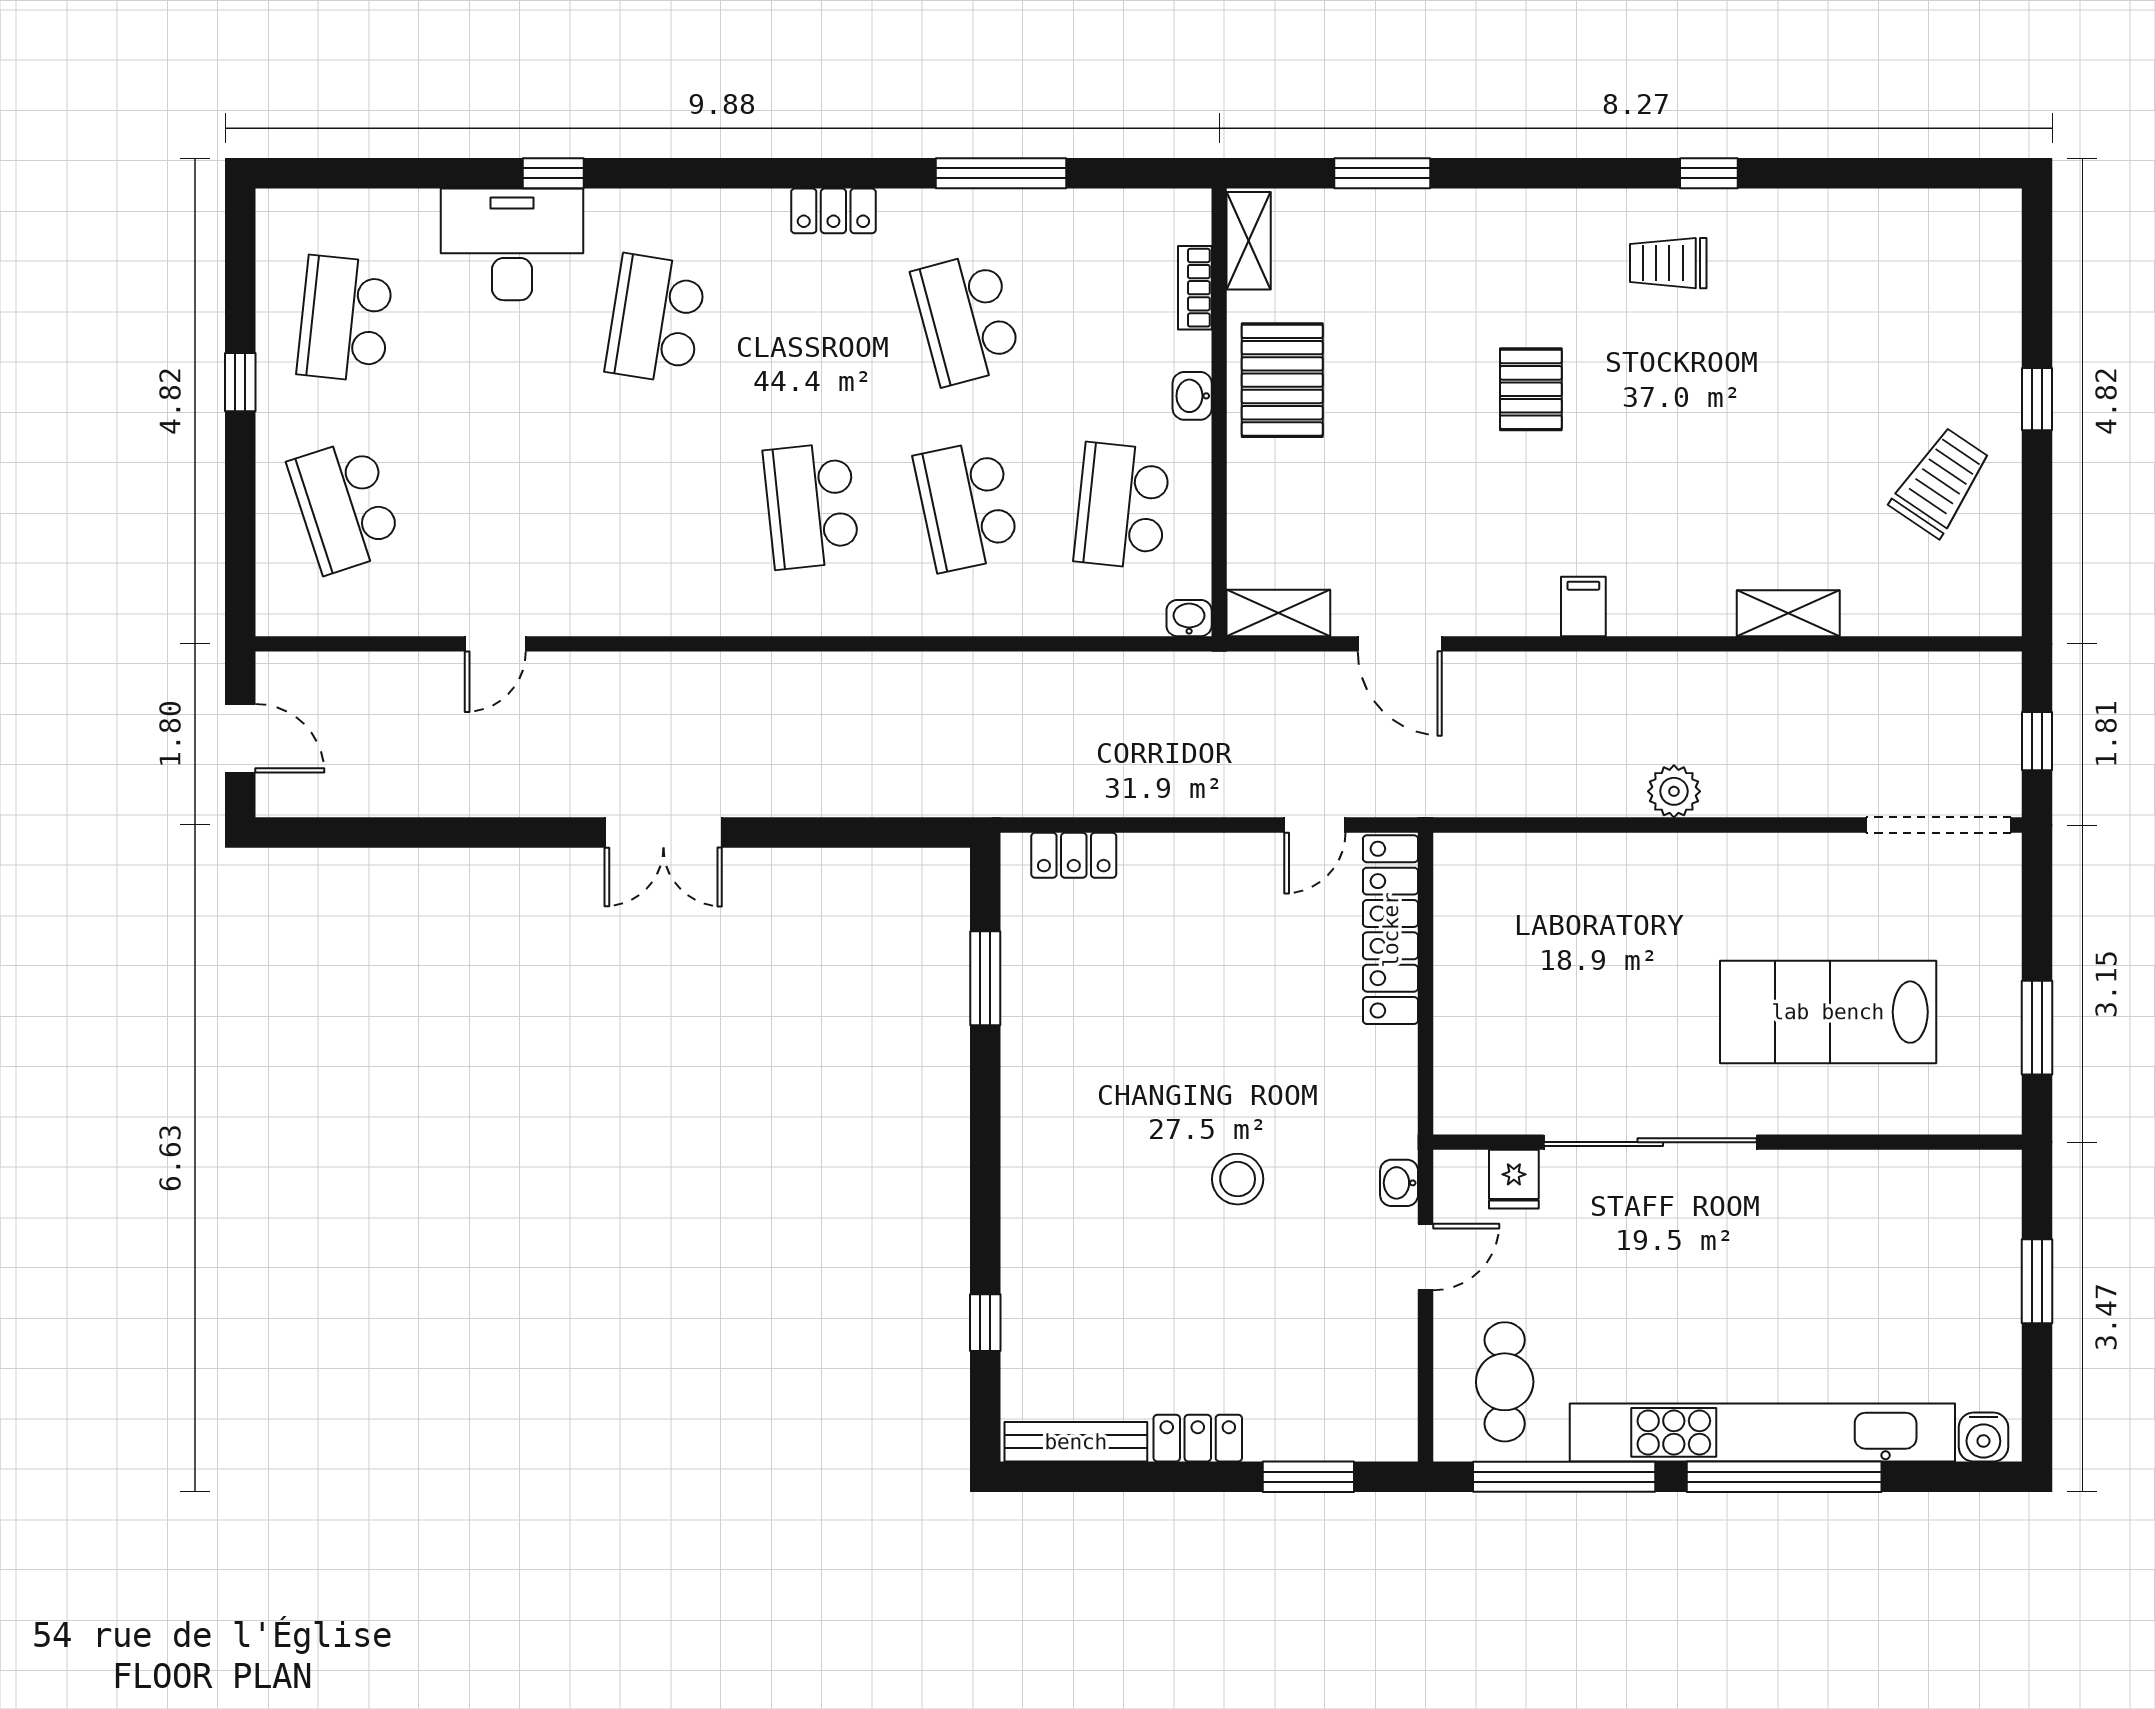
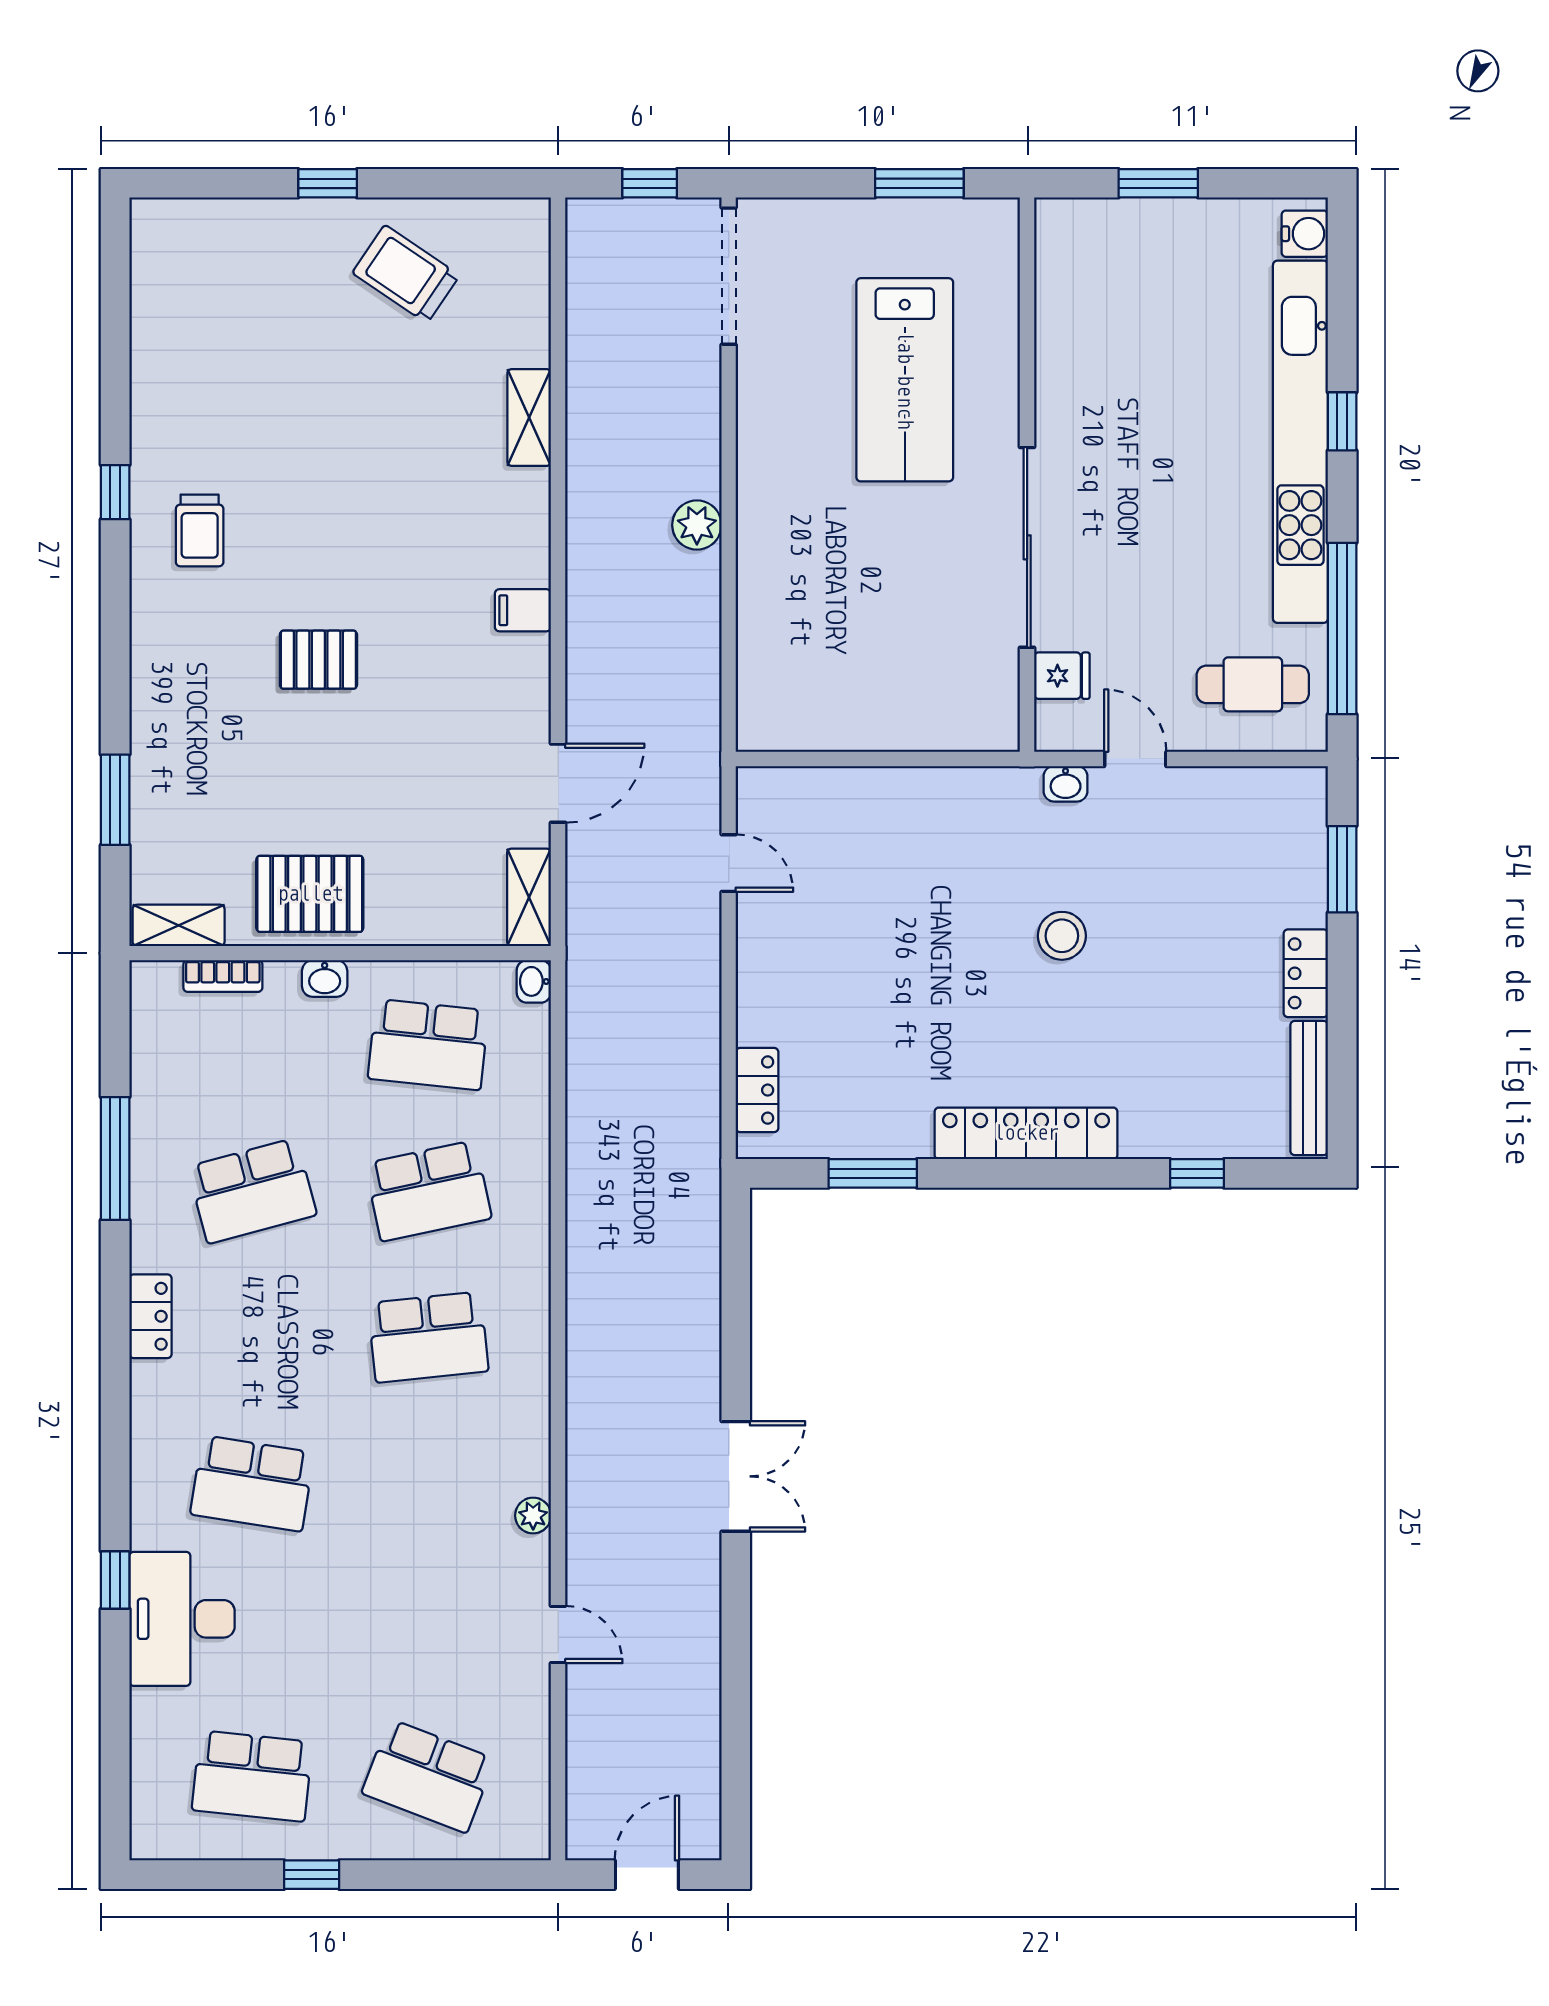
school desk: (345, 506) -> (428, 1776), turned 39
plant: (622, 617) -> (533, 1516), added
locker: (1391, 930) -> (1026, 1133), moved, turned 180
window: (1784, 1477) -> (1342, 421), width x0.32

